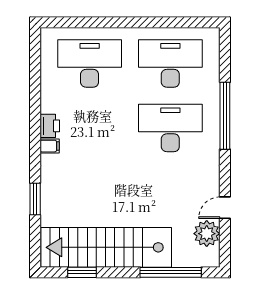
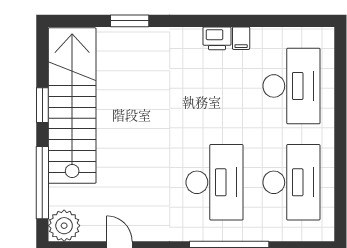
filing cabinet: (50, 146) -> (241, 38), moved
plant: (207, 234) -> (64, 226), moved
window: (82, 272) -> (42, 105), moved

